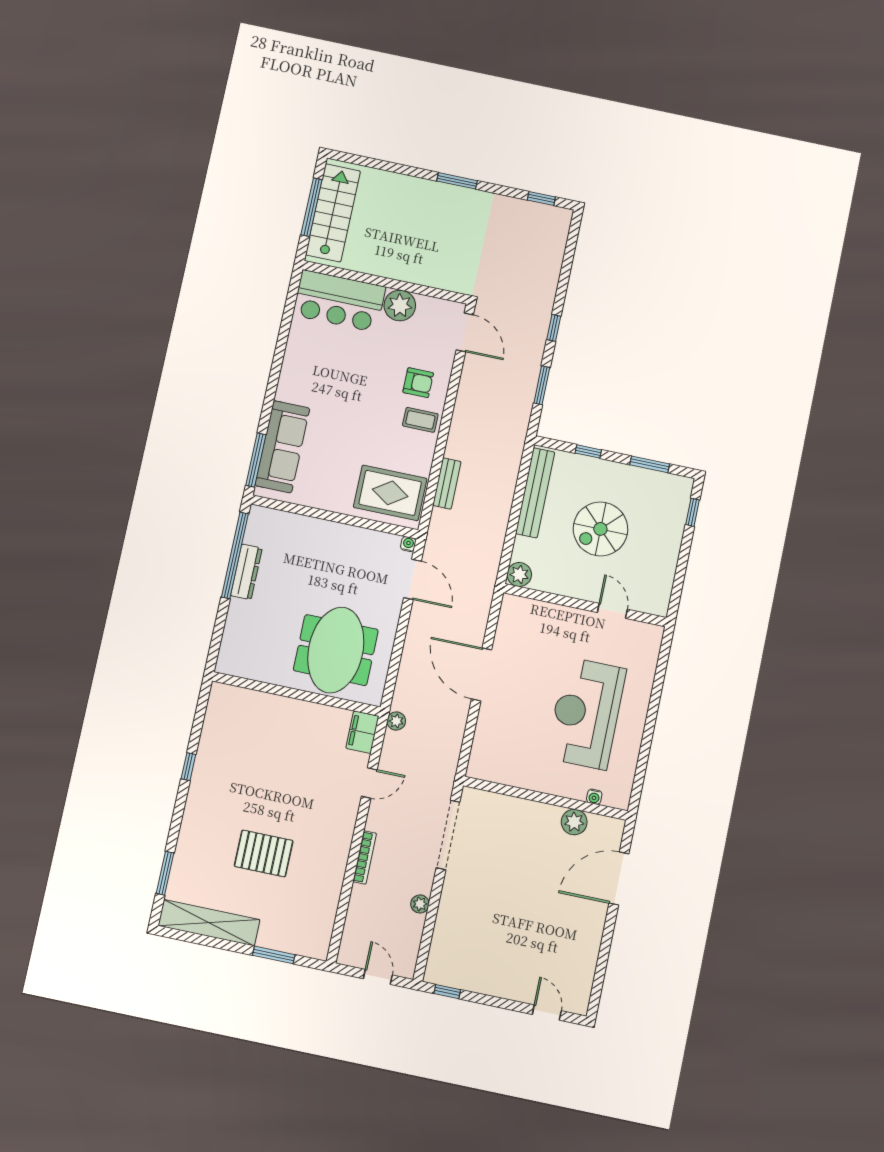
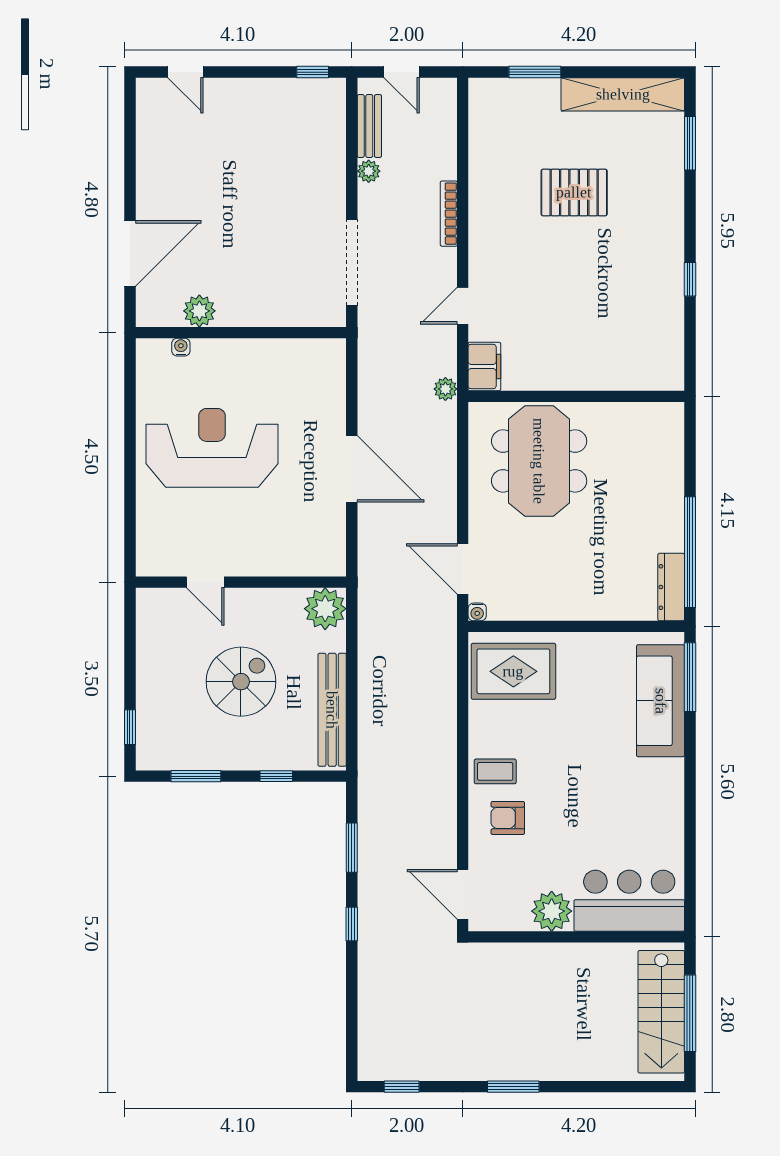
bench: (447, 484) -> (369, 126), moved
dresser: (246, 572) -> (671, 587), moved
plant: (519, 575) -> (325, 609), width x1.36, depth x1.36
reception desk: (586, 713) -> (212, 448), turned -90

